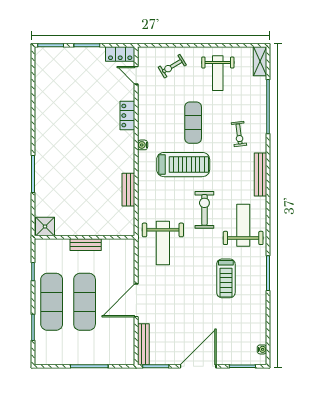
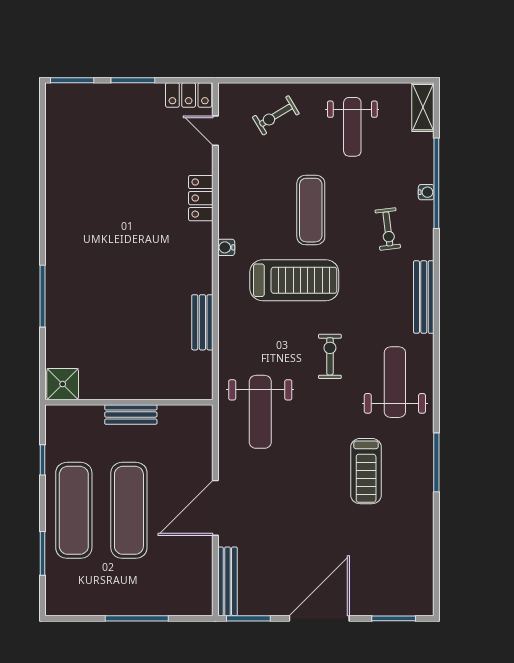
exercise bike: (204, 210) -> (330, 356), width x0.73, depth x0.72
water cooler: (262, 349) -> (426, 192), moved

